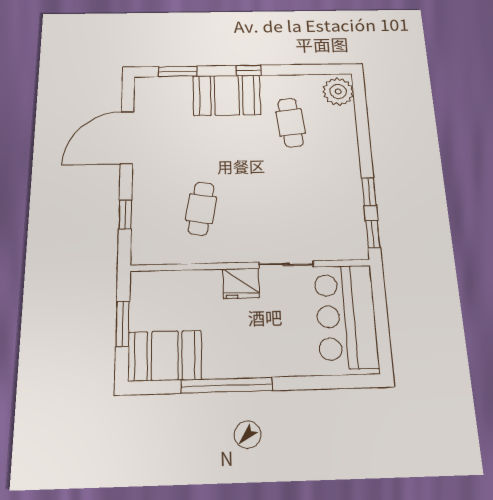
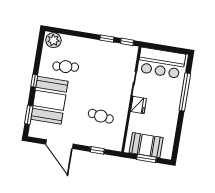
booth: (227, 95) -> (49, 100), width x1.36, depth x1.42
booth: (165, 356) -> (146, 145), moved, turned 90
window: (227, 385) -> (185, 92), moved

